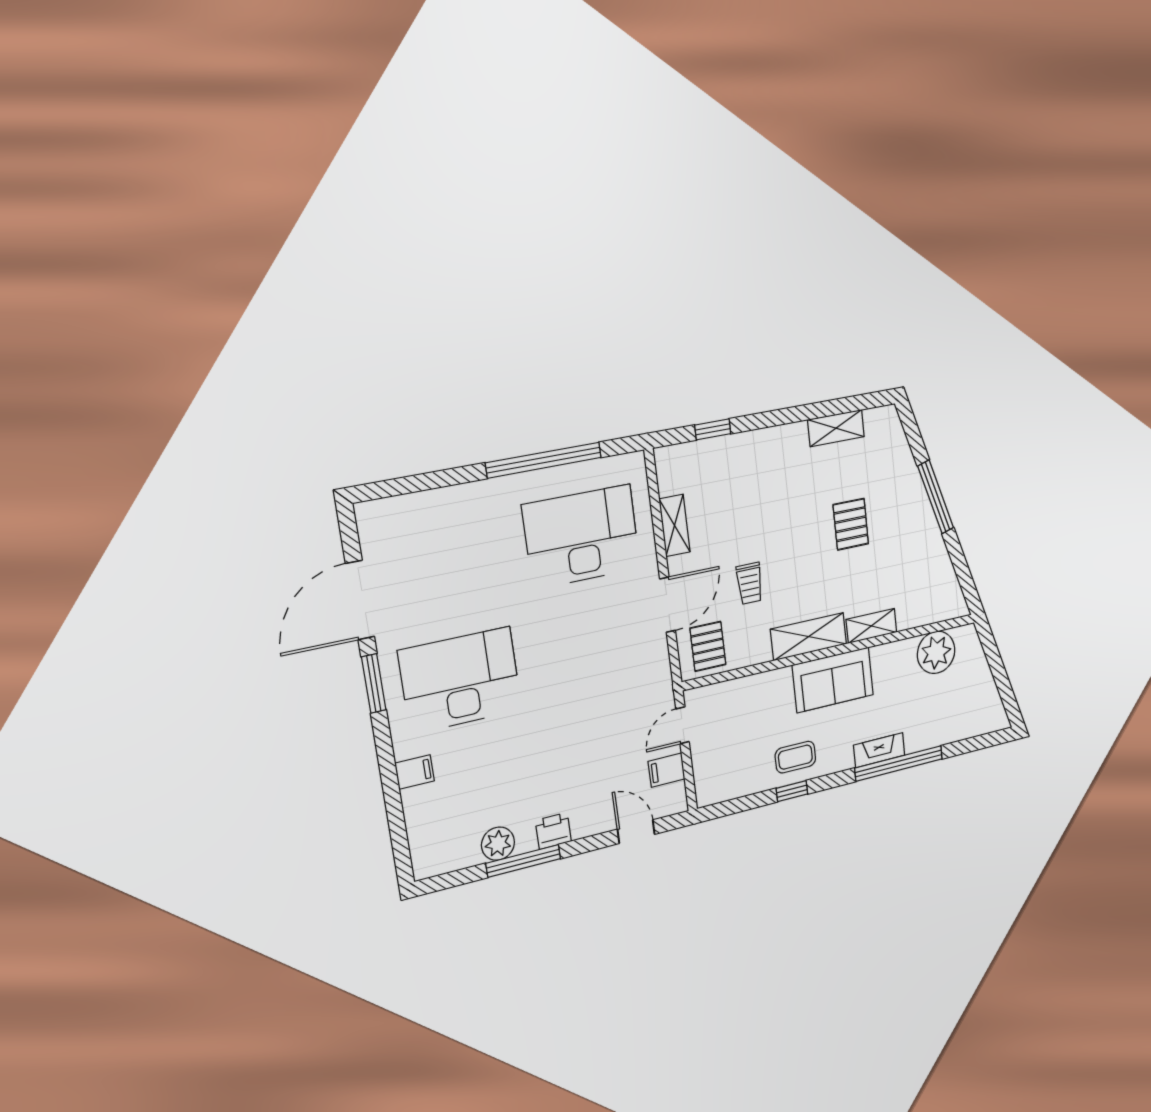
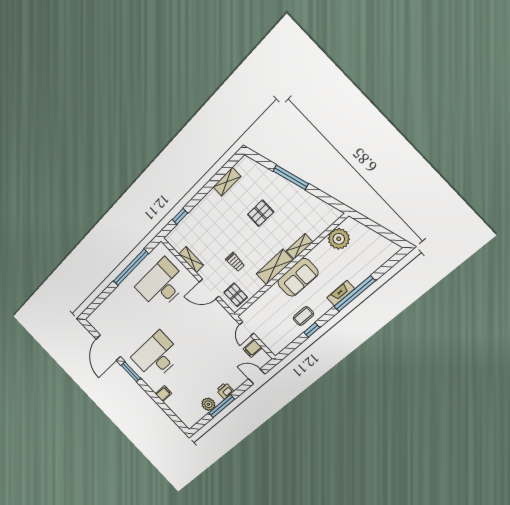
pallet: (851, 524) -> (261, 213), turned 90
door: (668, 605) -> (209, 289), swing flipped

